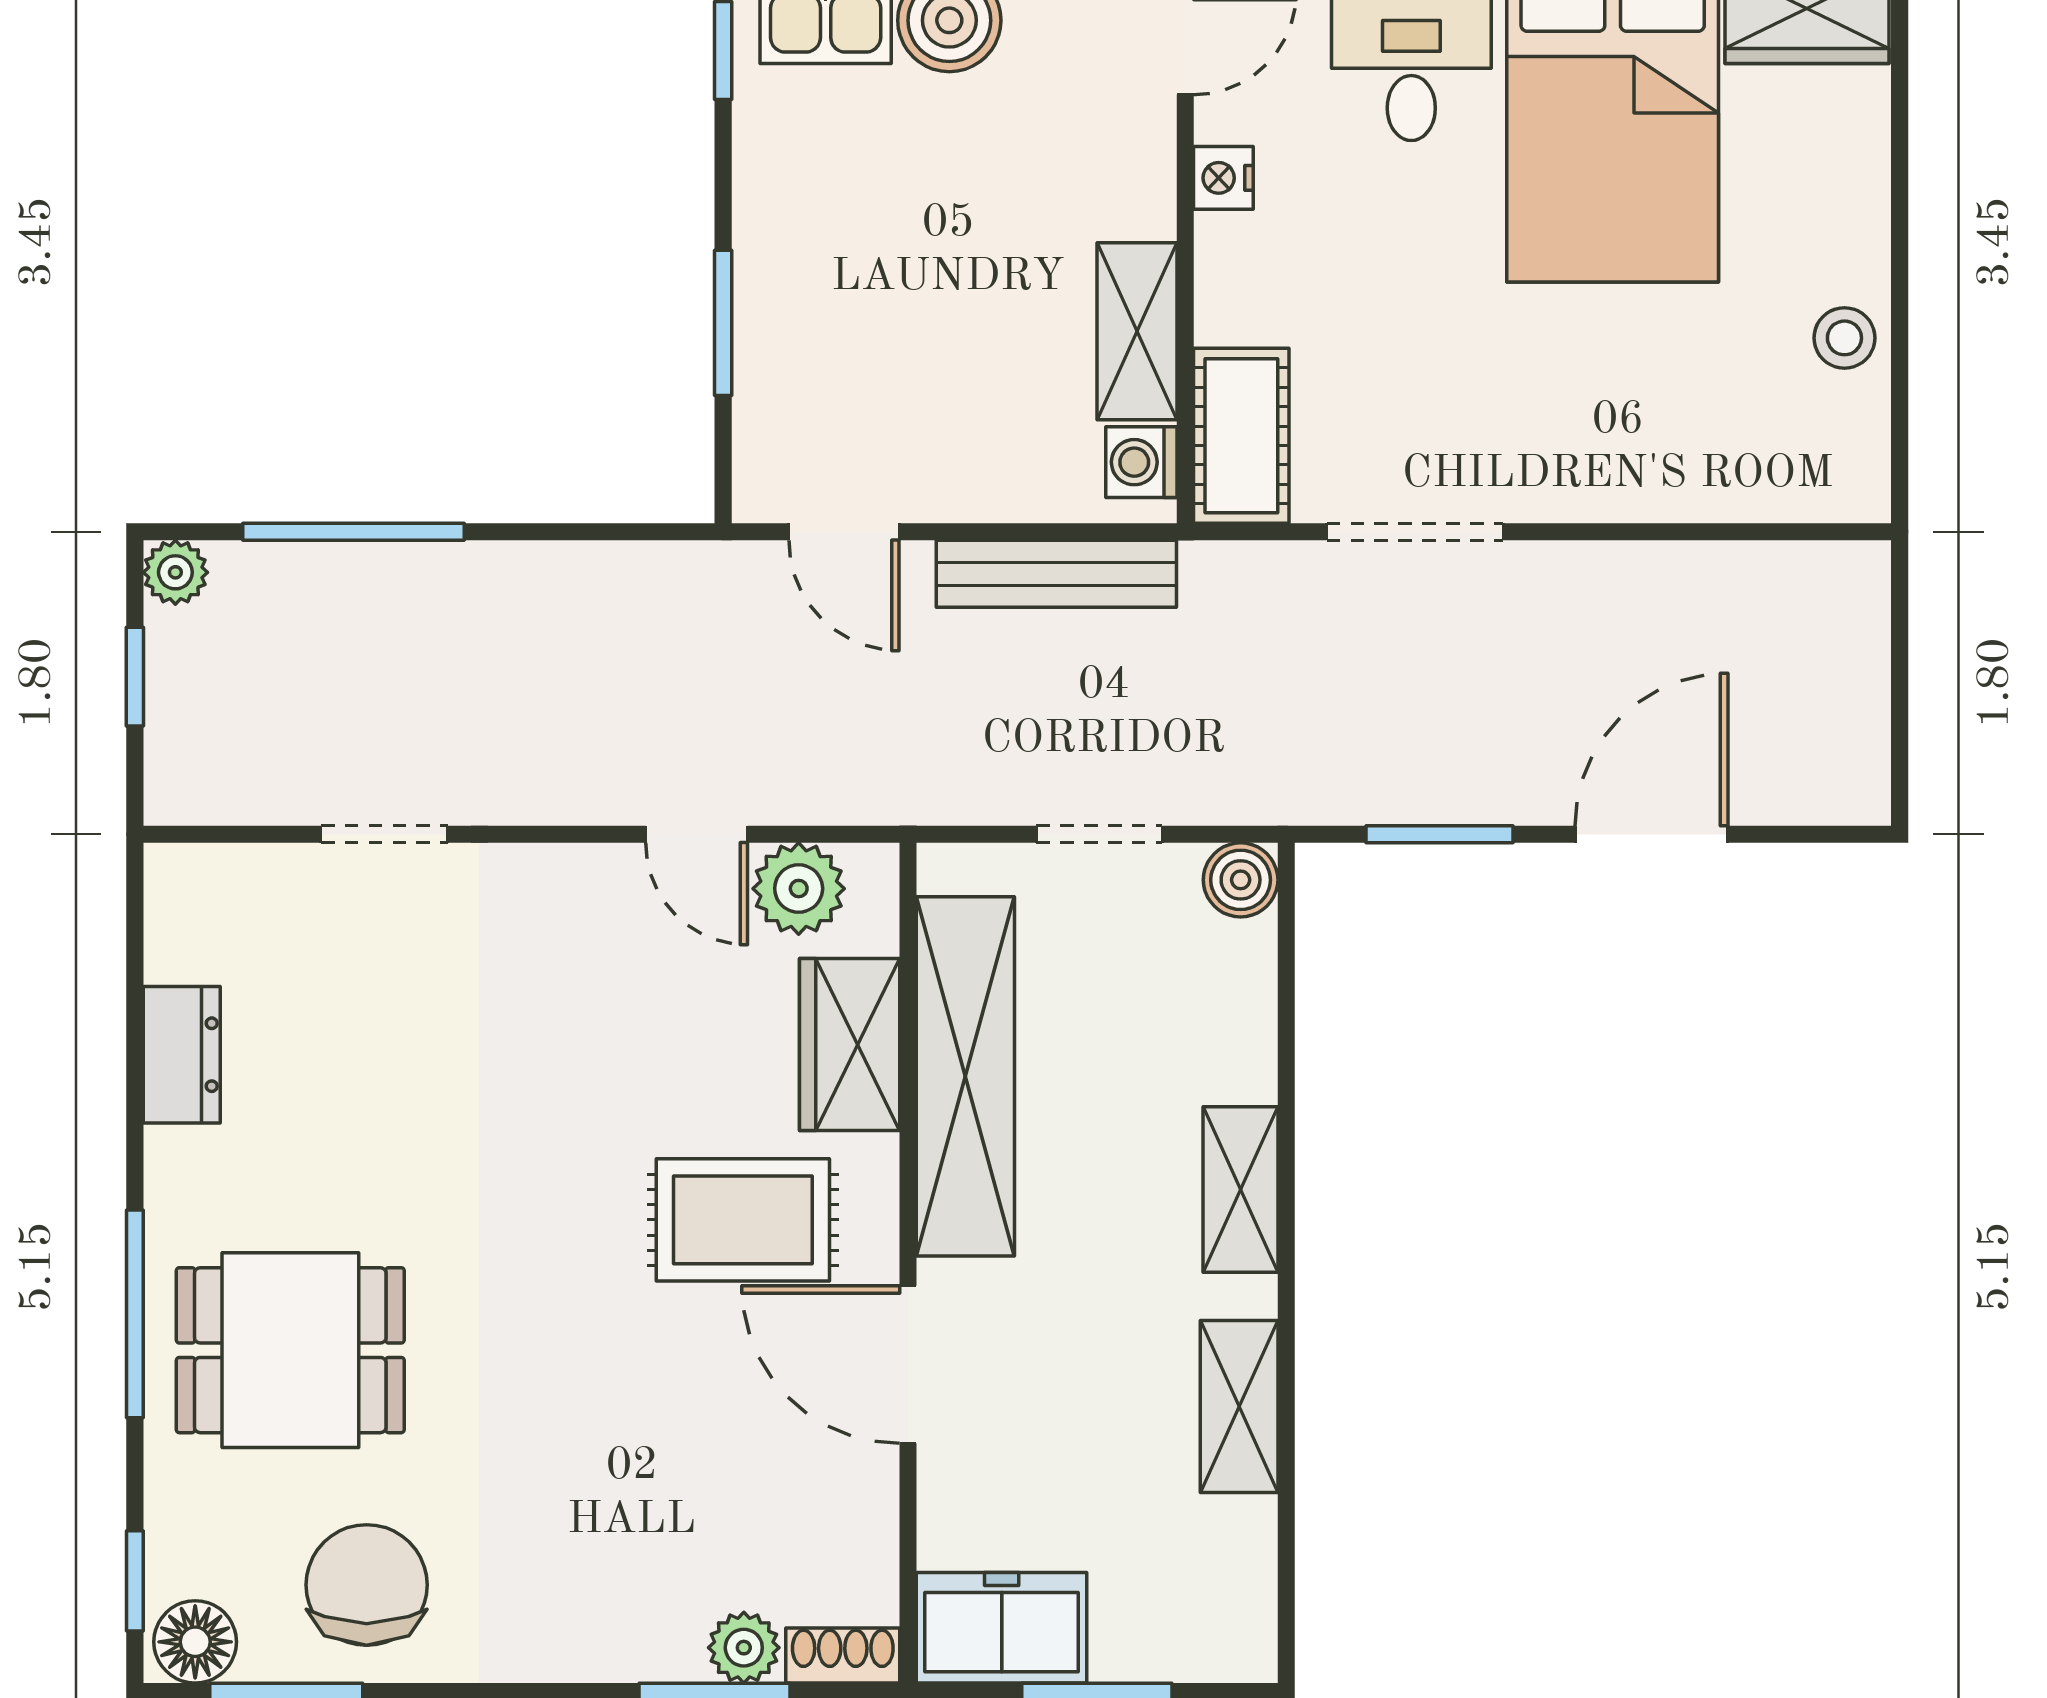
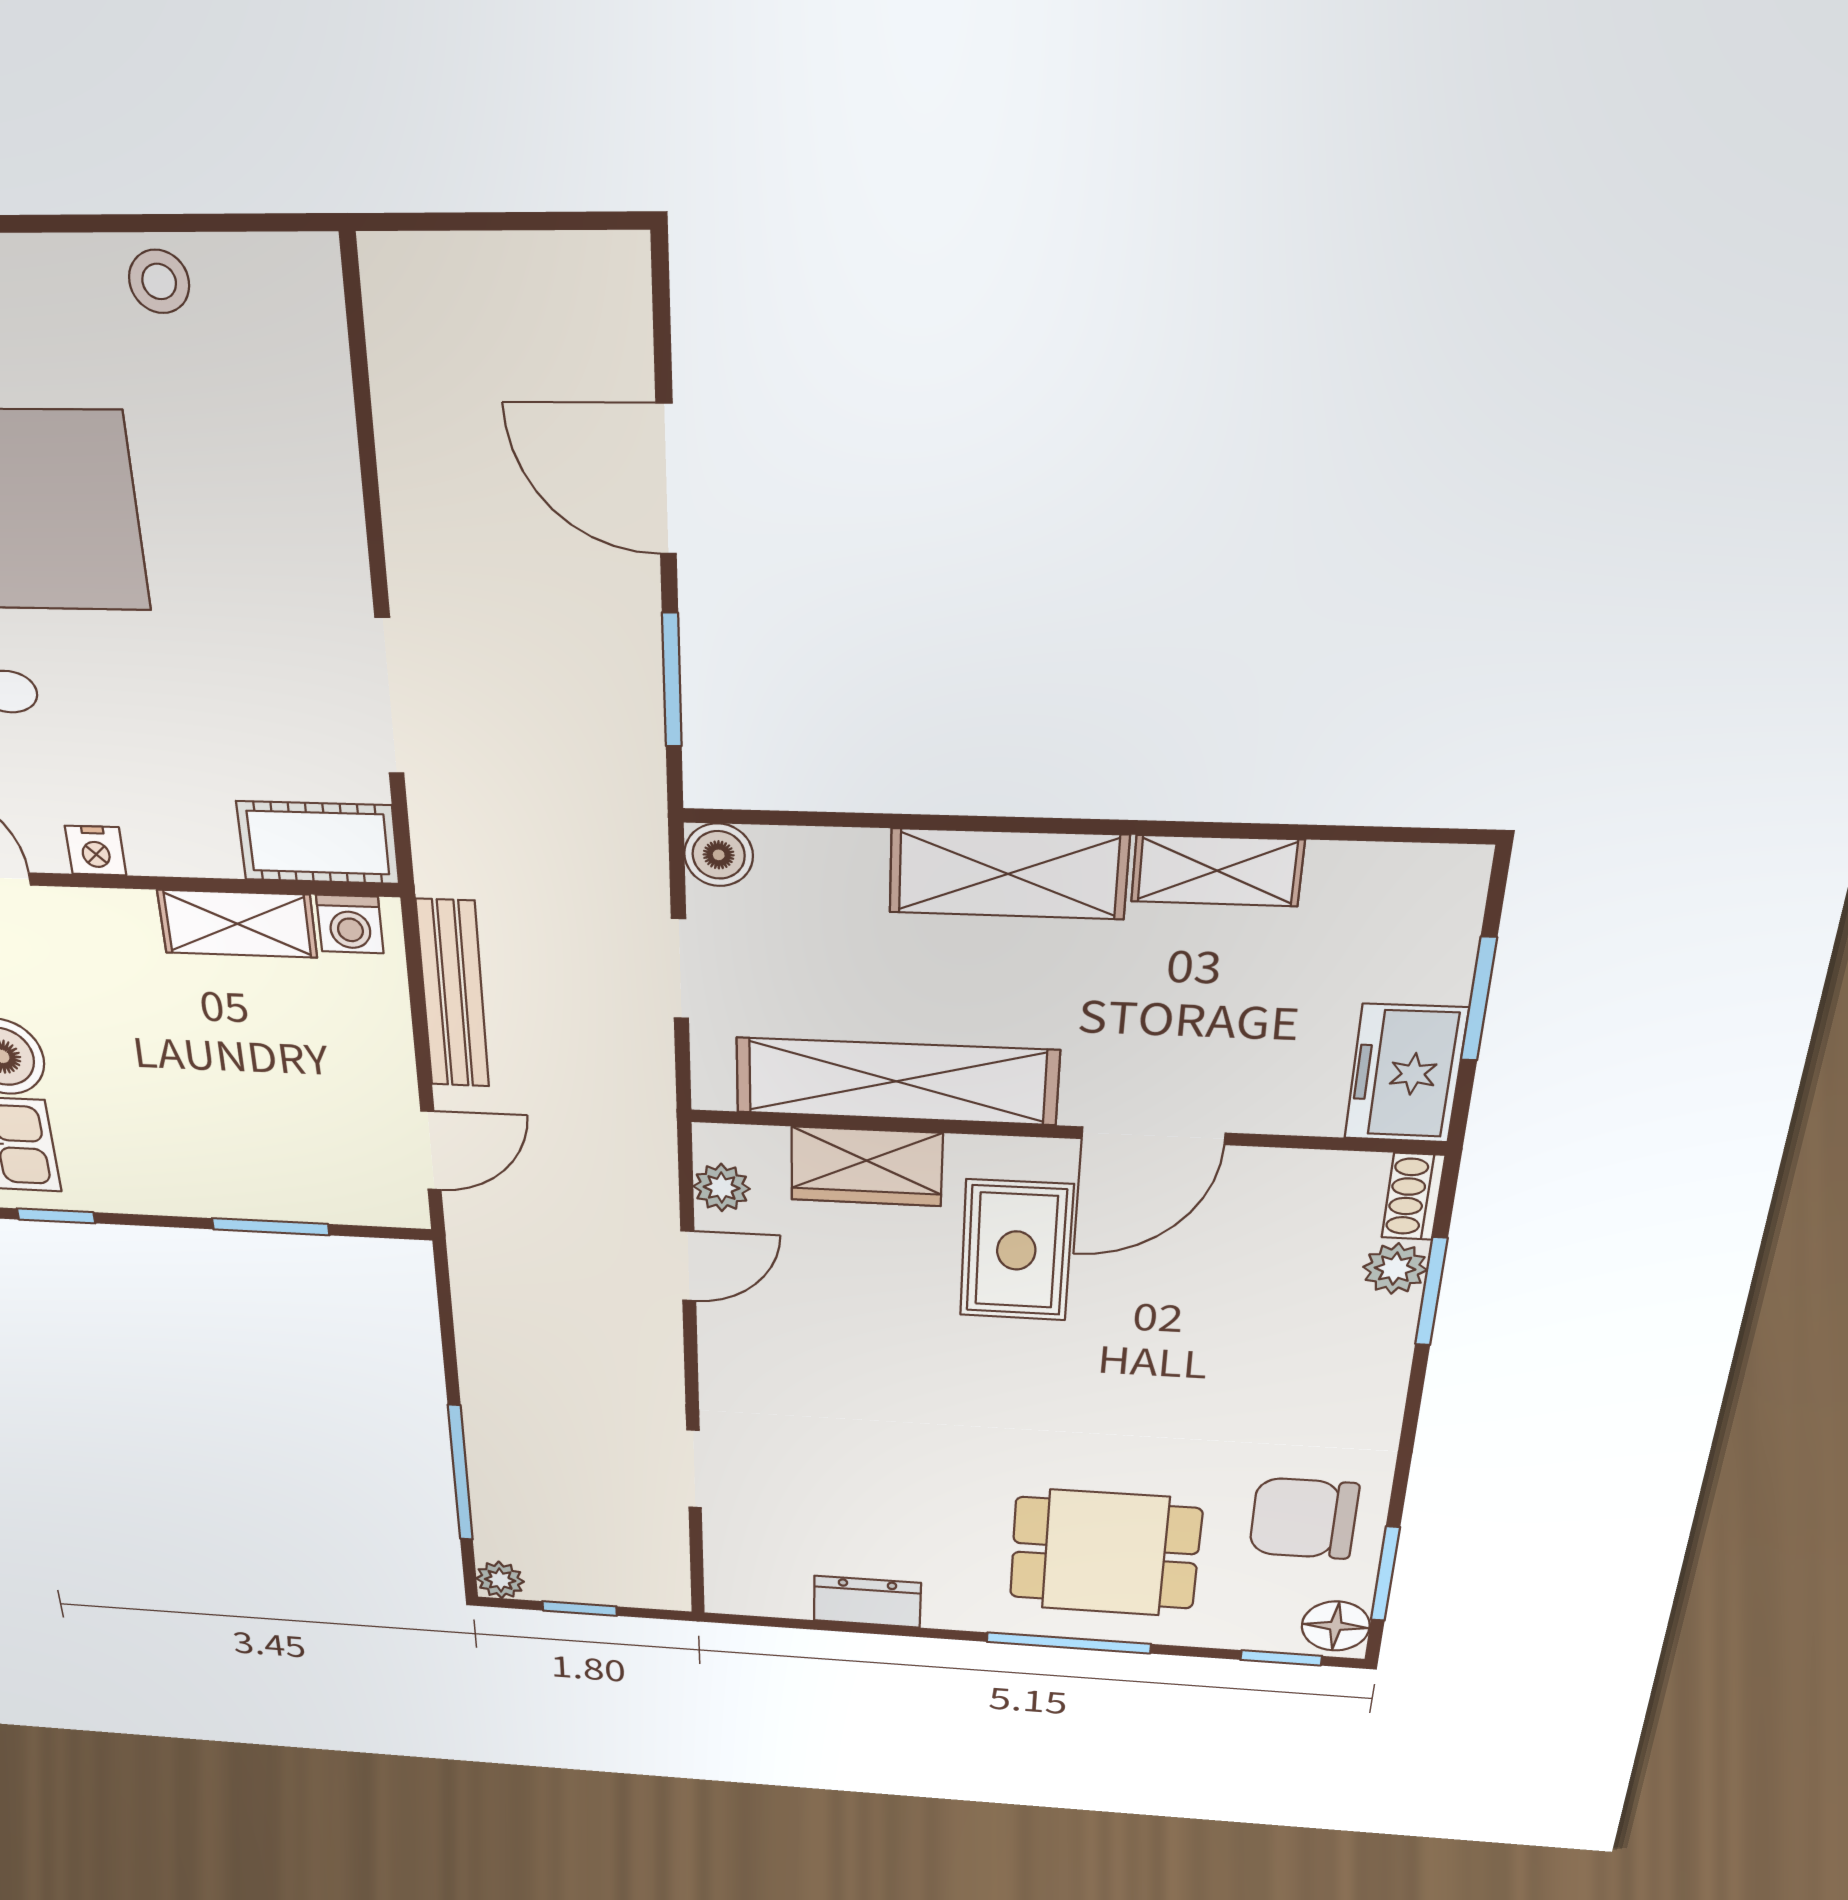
plant: (799, 889) -> (722, 1188), width x0.73, depth x0.73
shelving: (1240, 1189) -> (1008, 874), width x1.50, depth x1.33
dining table: (290, 1350) -> (1105, 1553), turned 90

